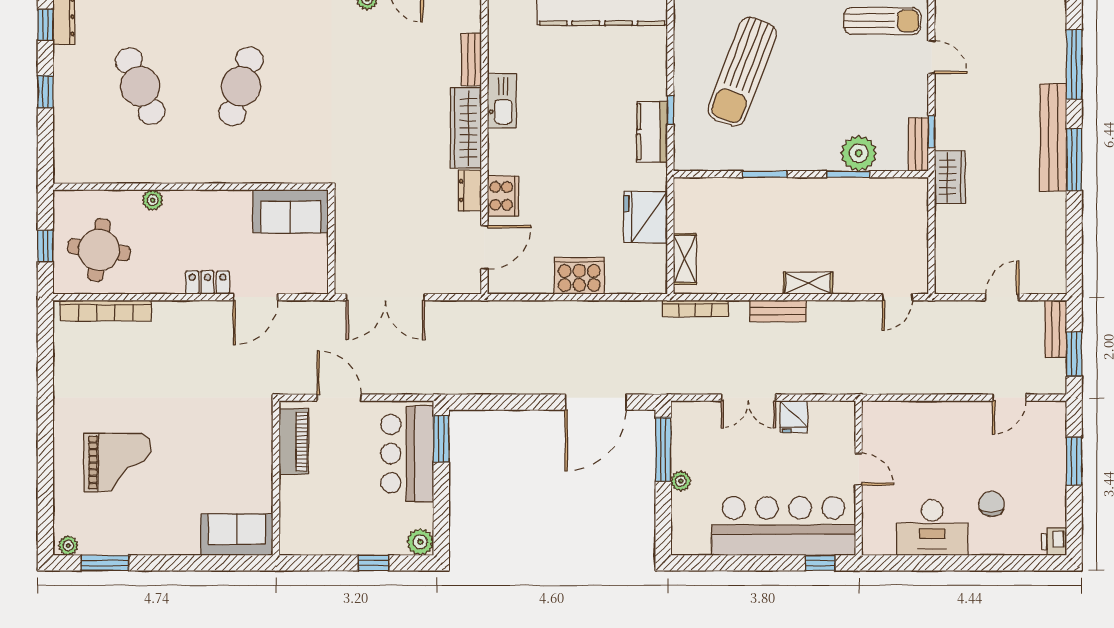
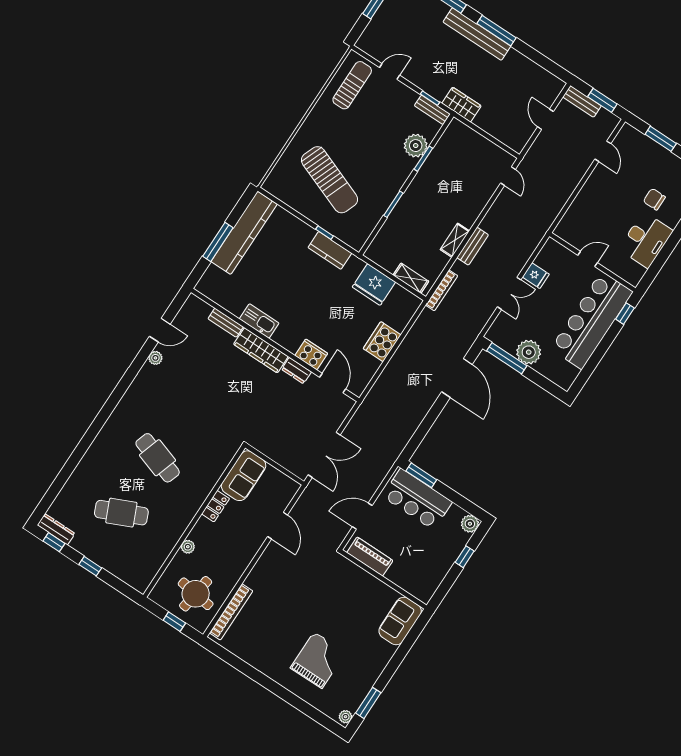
locker: (207, 283) -> (216, 506), moved, turned 180
shelving: (808, 283) -> (455, 240), moved
plant: (681, 481) -> (529, 352), width x1.88, depth x1.88

